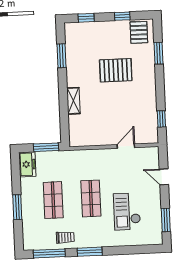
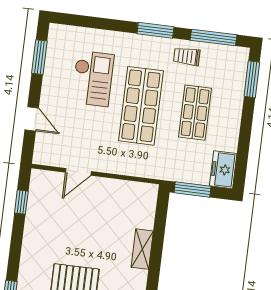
shop shelf: (91, 198) -> (141, 106), width x1.43, depth x1.36
window: (17, 207) -> (252, 79), moved

